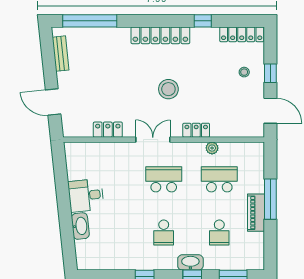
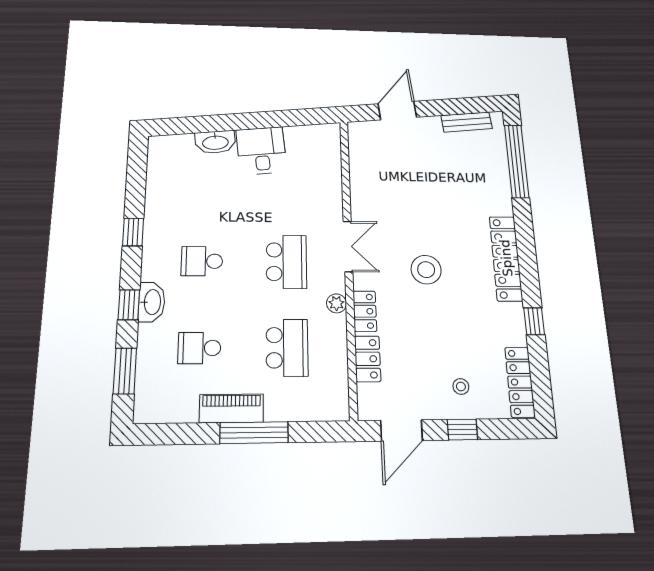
locker: (108, 130) -> (368, 359), moved
plant: (212, 148) -> (336, 303), moved

